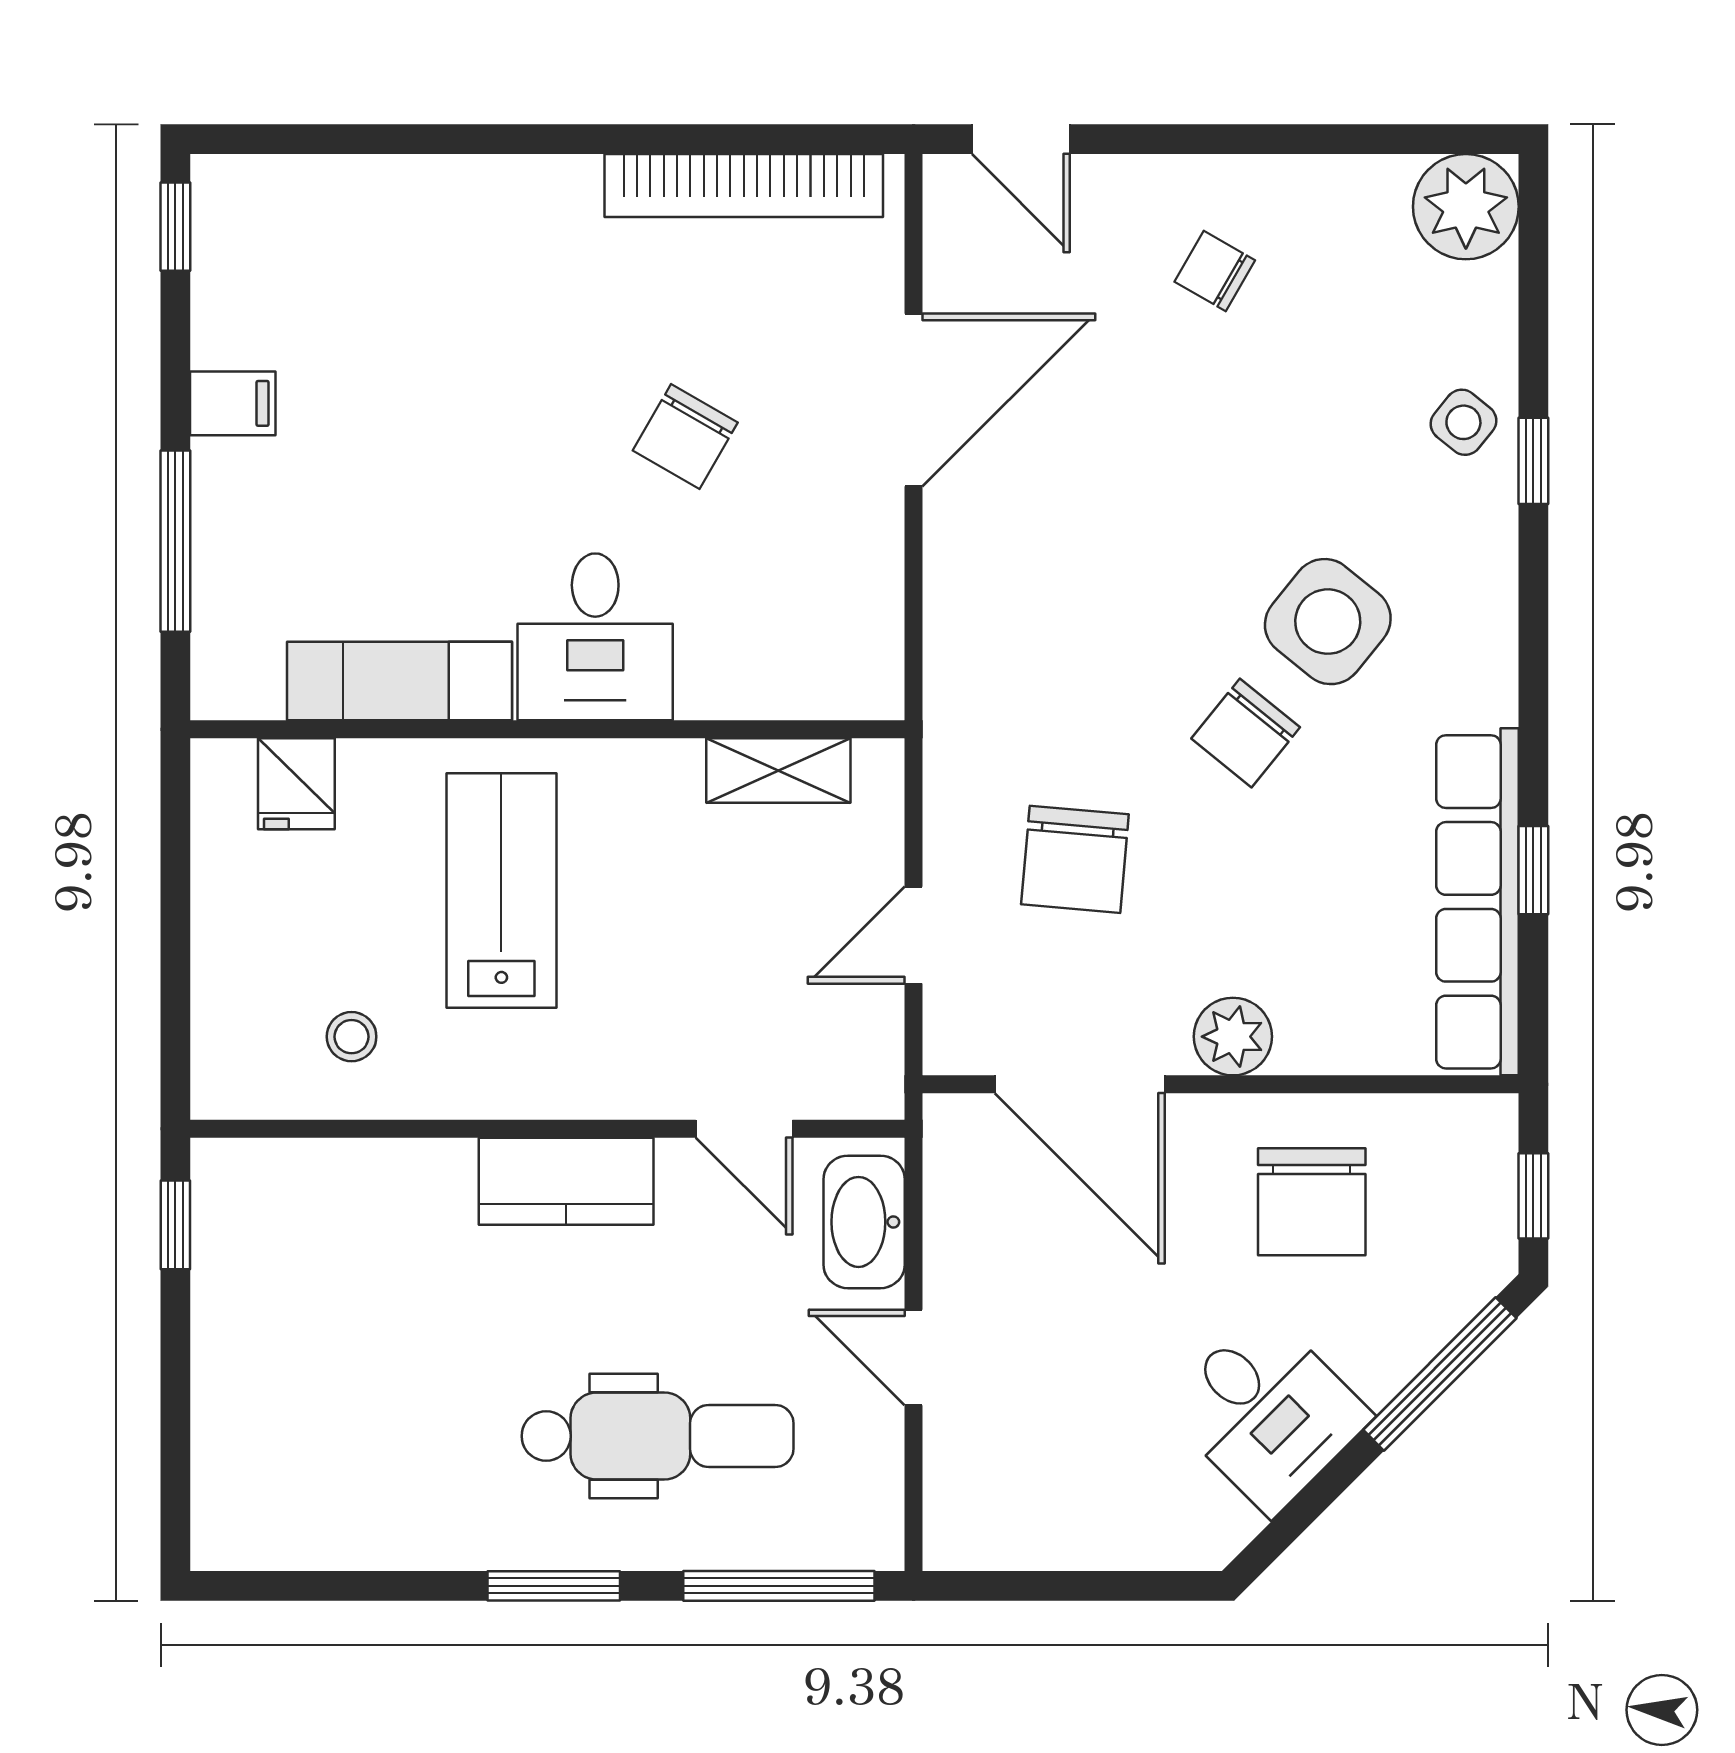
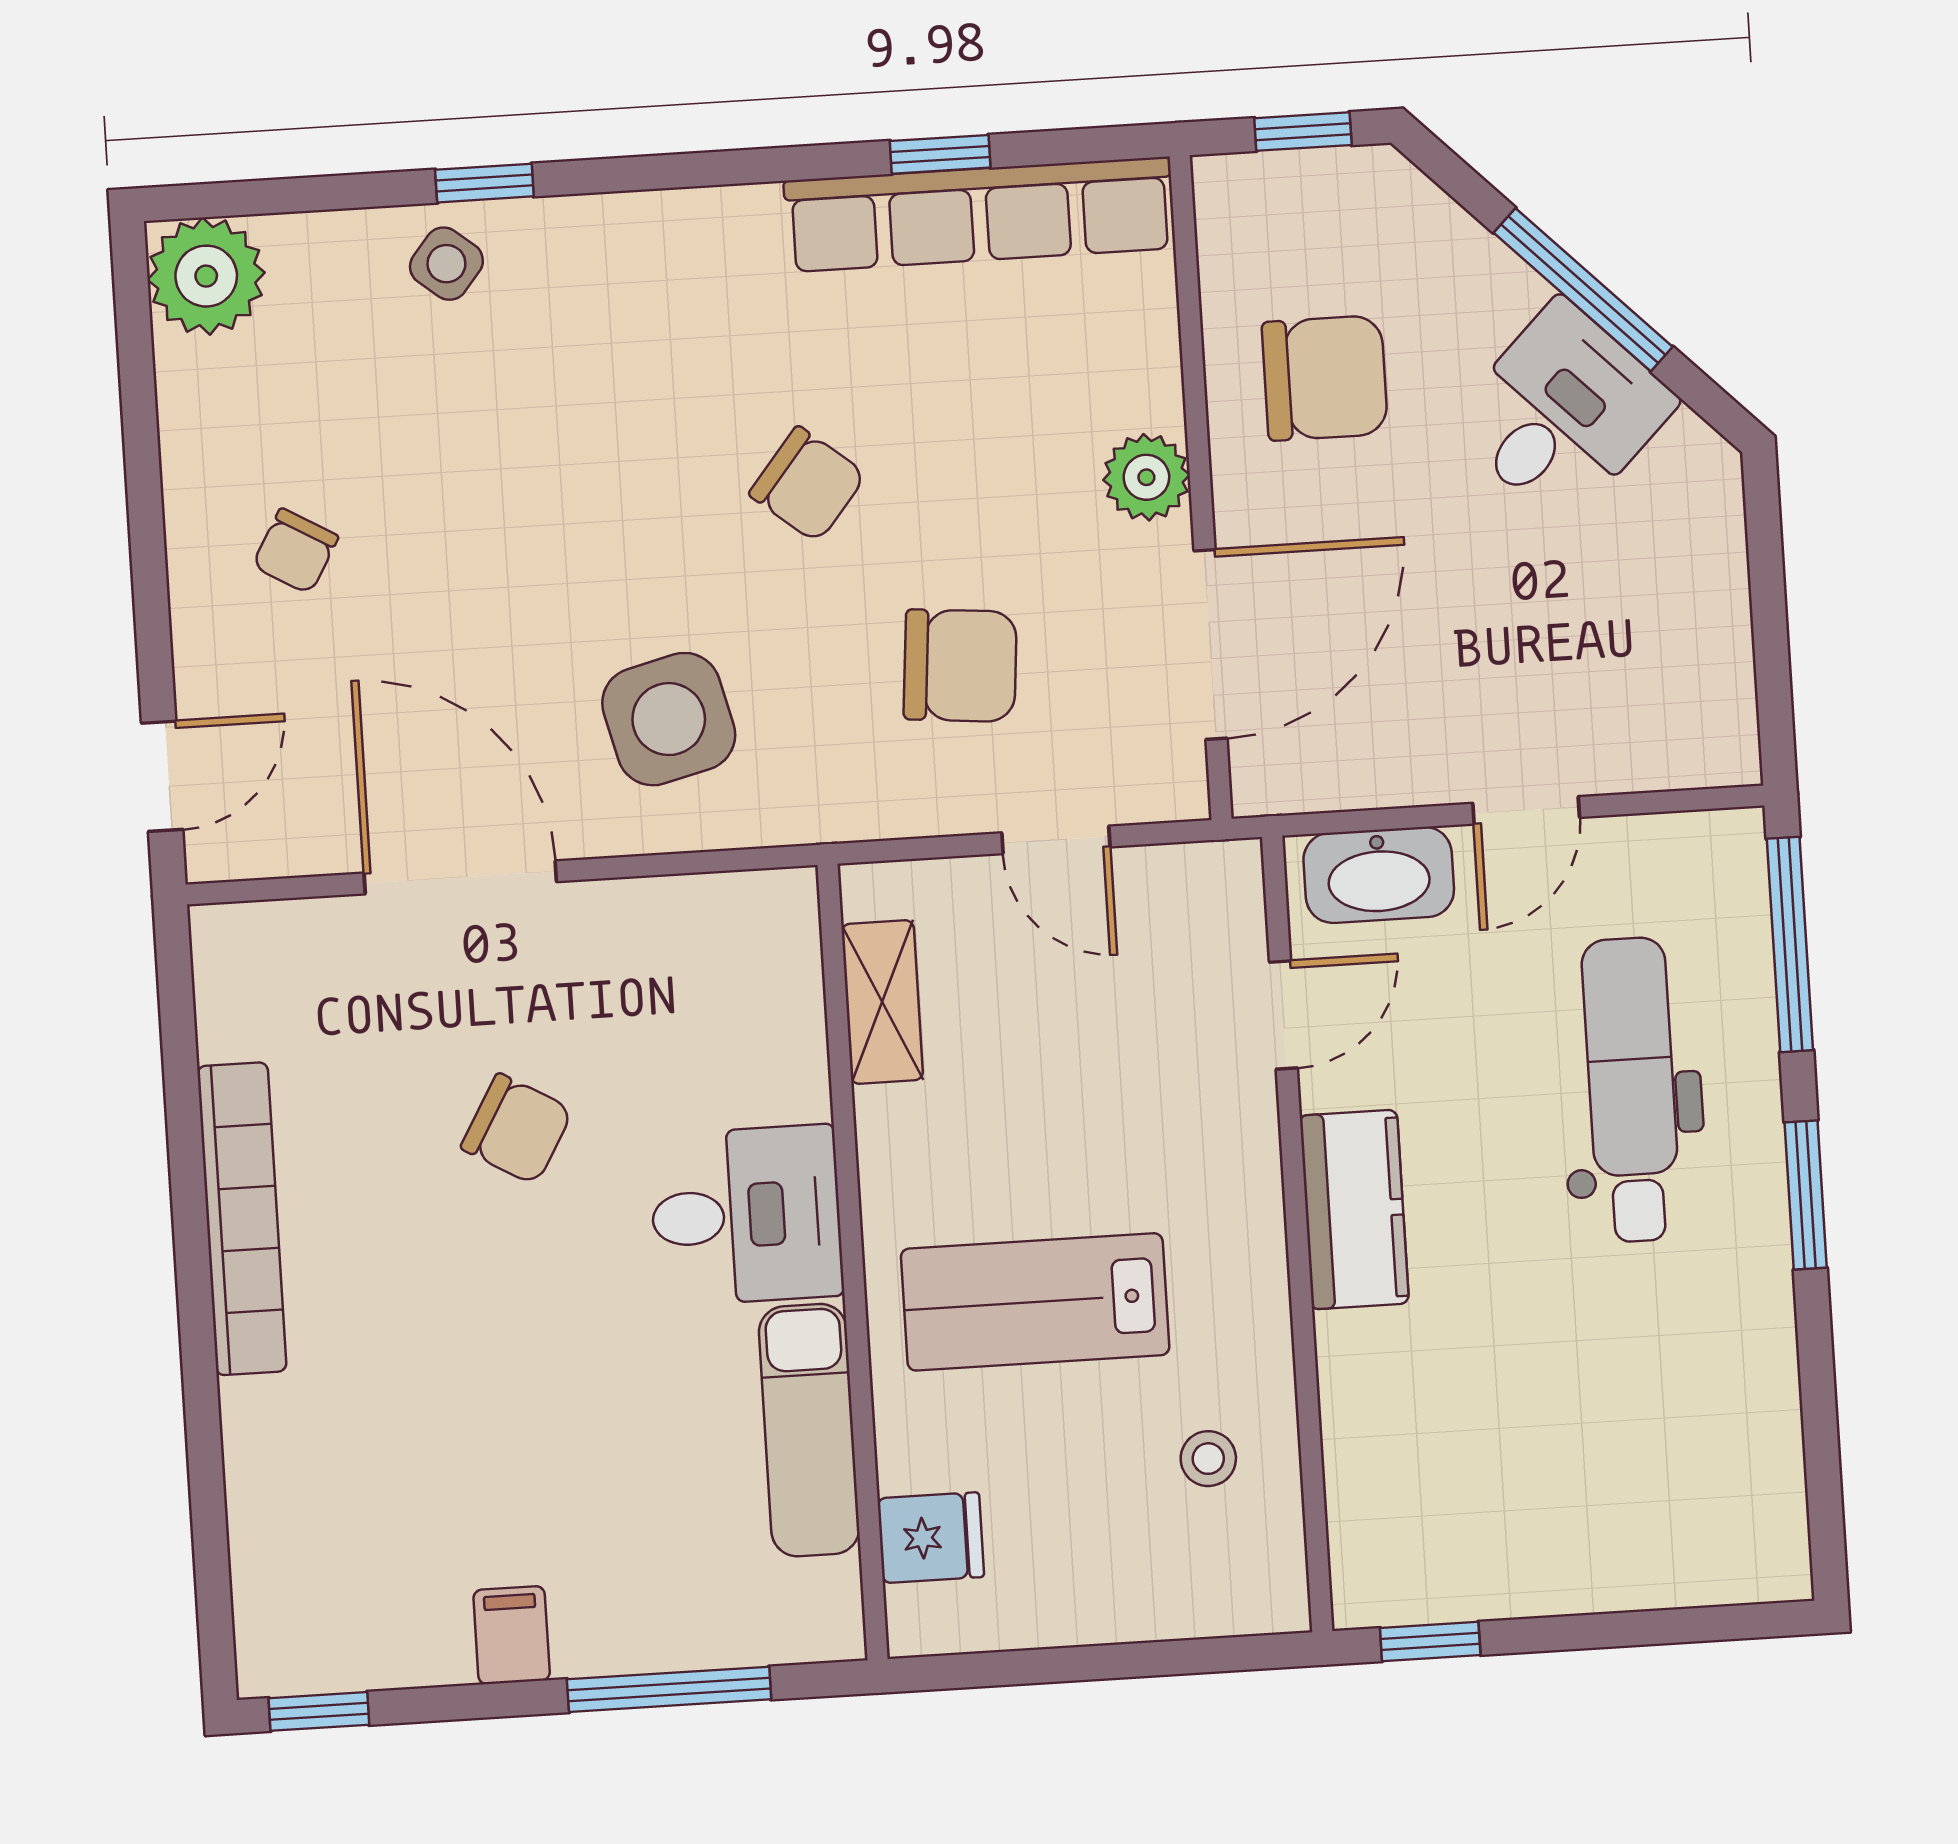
bookcase: (744, 185) -> (242, 1219), moved
side table: (1328, 622) -> (669, 719), moved, turned 37
window: (1440, 1374) -> (1583, 290), moved

